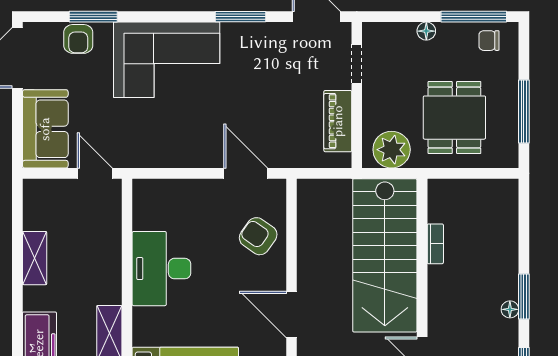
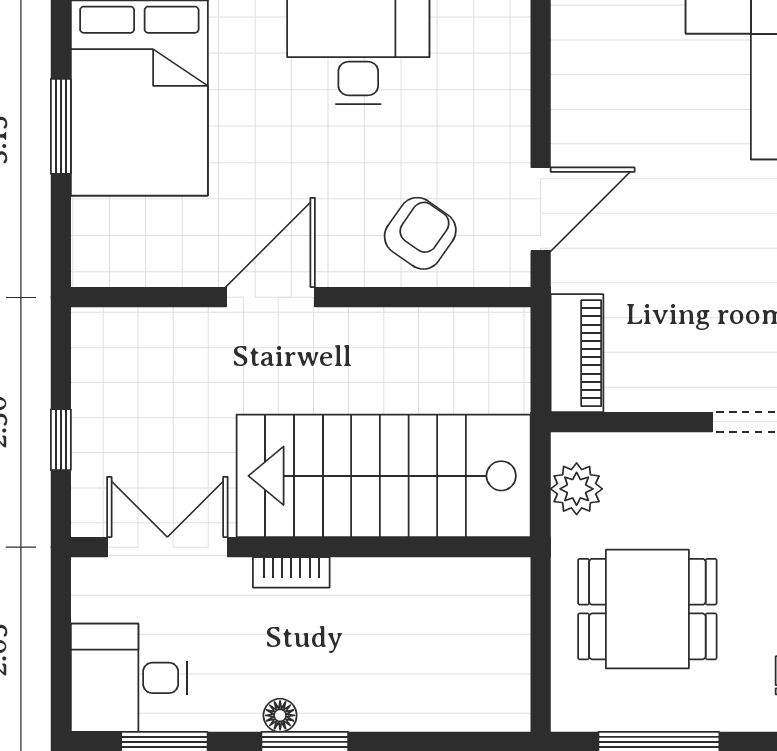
piano: (338, 121) -> (577, 353), moved, turned 90
plant: (392, 150) -> (577, 489), width x0.73, depth x0.73
bookcase: (435, 244) -> (291, 572), moved

